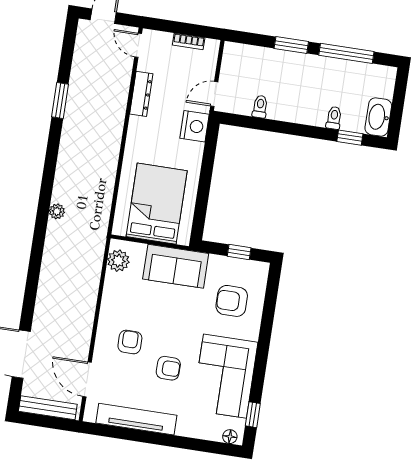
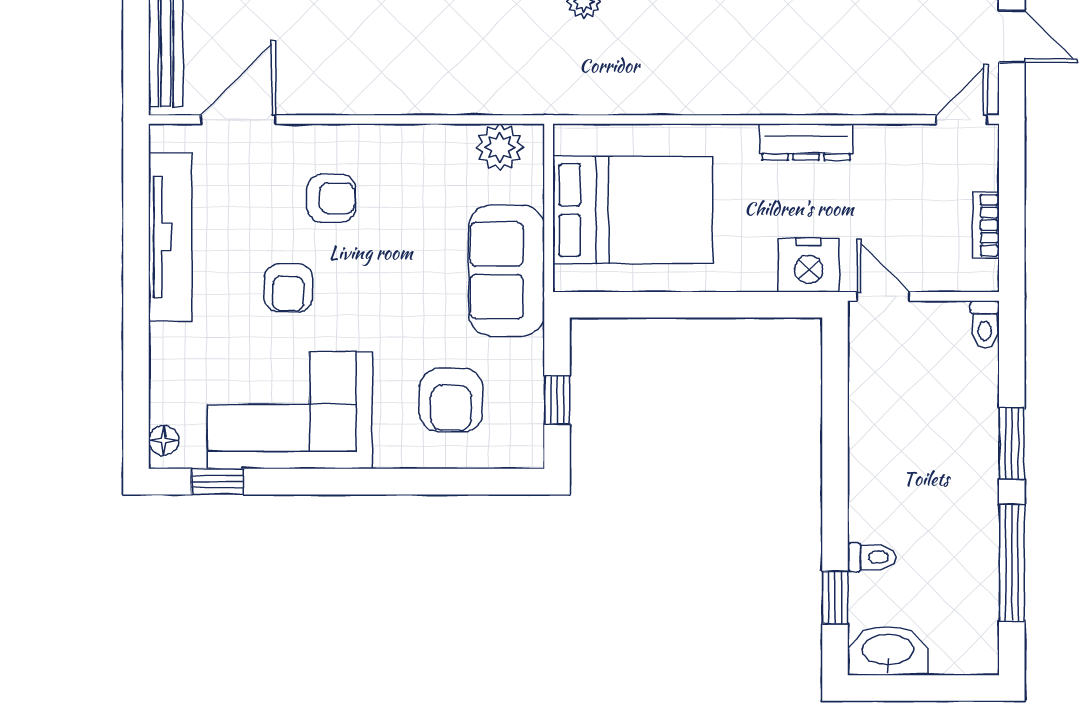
dresser: (141, 94) -> (806, 142), moved
toilet: (260, 107) -> (985, 324), moved, turned 90
armchair: (232, 301) -> (451, 400), turned 180

